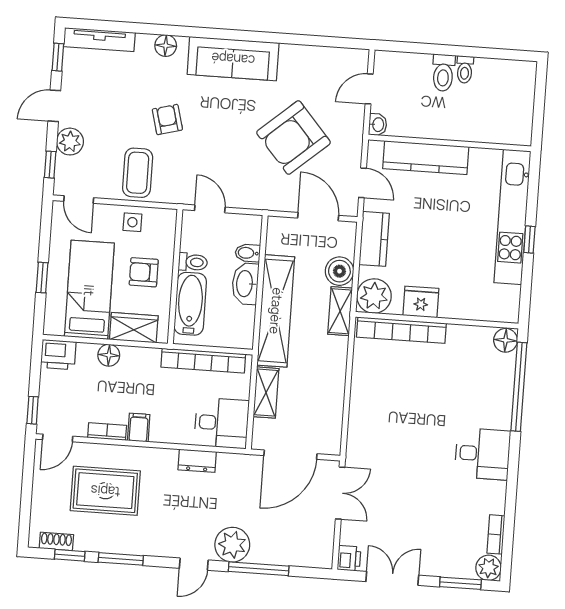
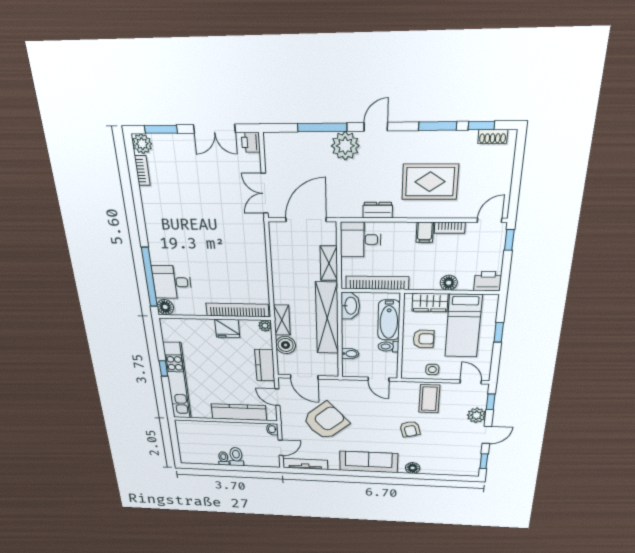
tv unit: (99, 40) -> (305, 464), moved
washbasin: (245, 284) -> (350, 306), moved
plant: (374, 296) -> (265, 326), width x0.53, depth x0.53
desk: (483, 454) -> (172, 282), moved
rug: (105, 491) -> (430, 182), moved

